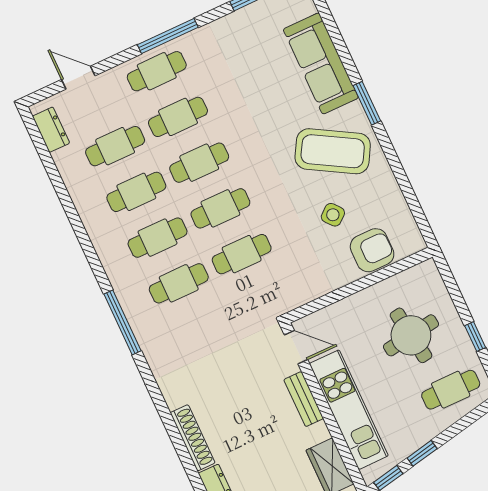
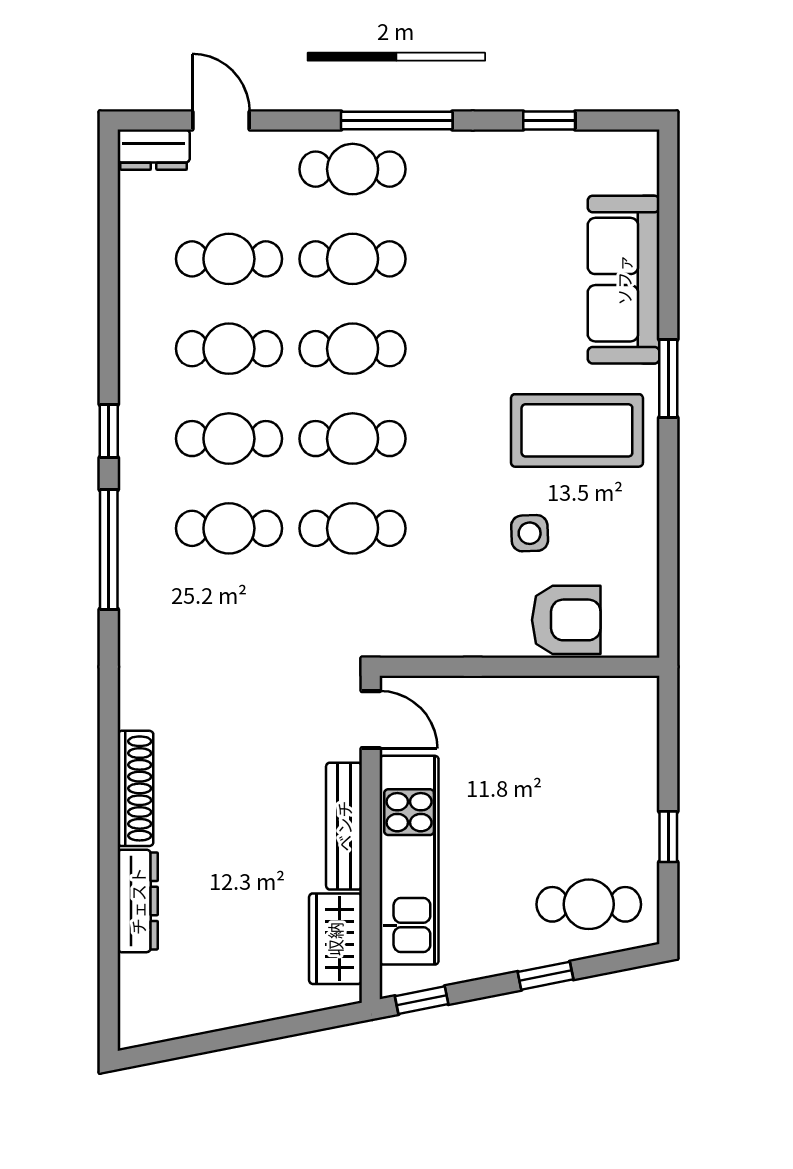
dresser: (51, 130) -> (154, 150), moved, turned 90
coffee table: (333, 151) -> (577, 430), turned -30
side table: (333, 215) -> (530, 533), turned 38
window: (95, 262) -> (109, 431), added
round table: (411, 335) -> (565, 787), removed
bench: (304, 399) -> (344, 826), width x1.36
window: (422, 453) -> (546, 976), moved

